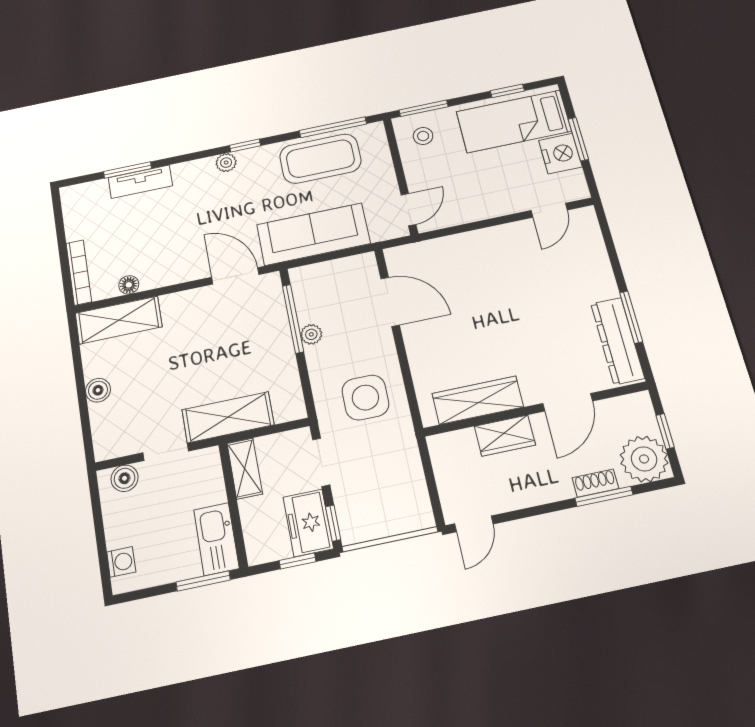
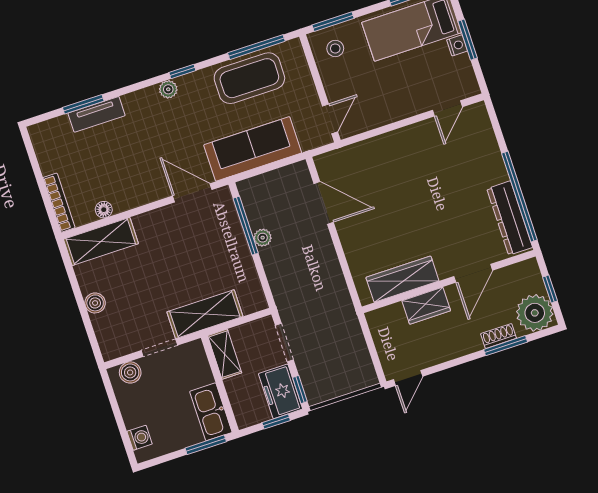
nightstand: (560, 154) -> (457, 45), width x0.53, depth x0.56
window: (631, 317) -> (519, 197), width x2.11
side table: (365, 398) -> (313, 286), removed

